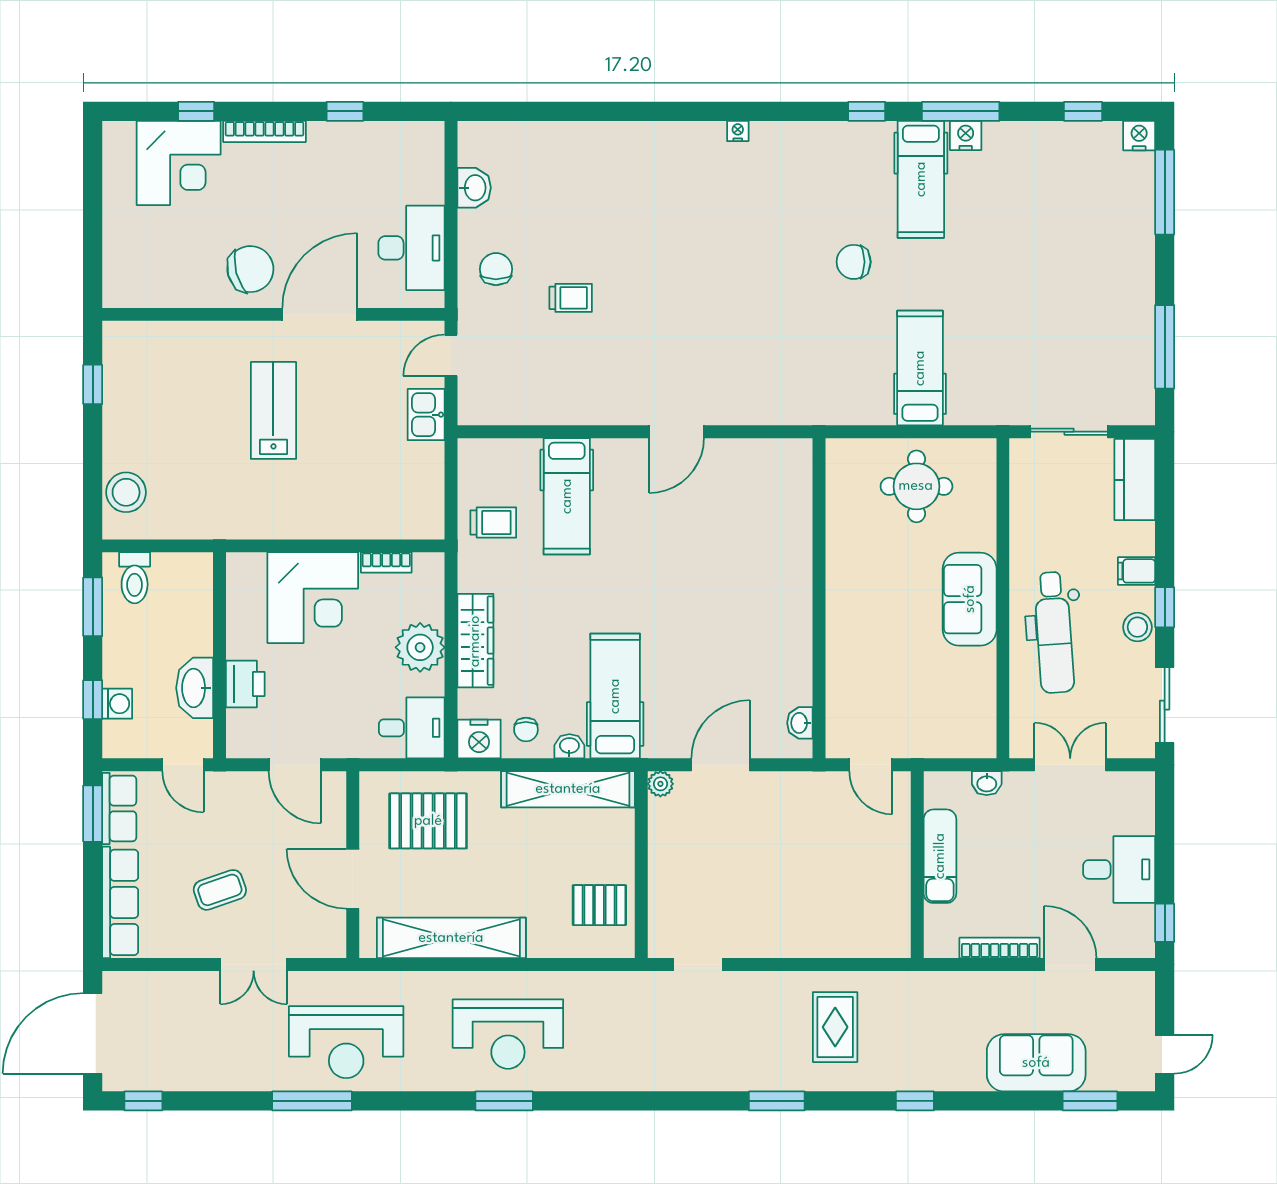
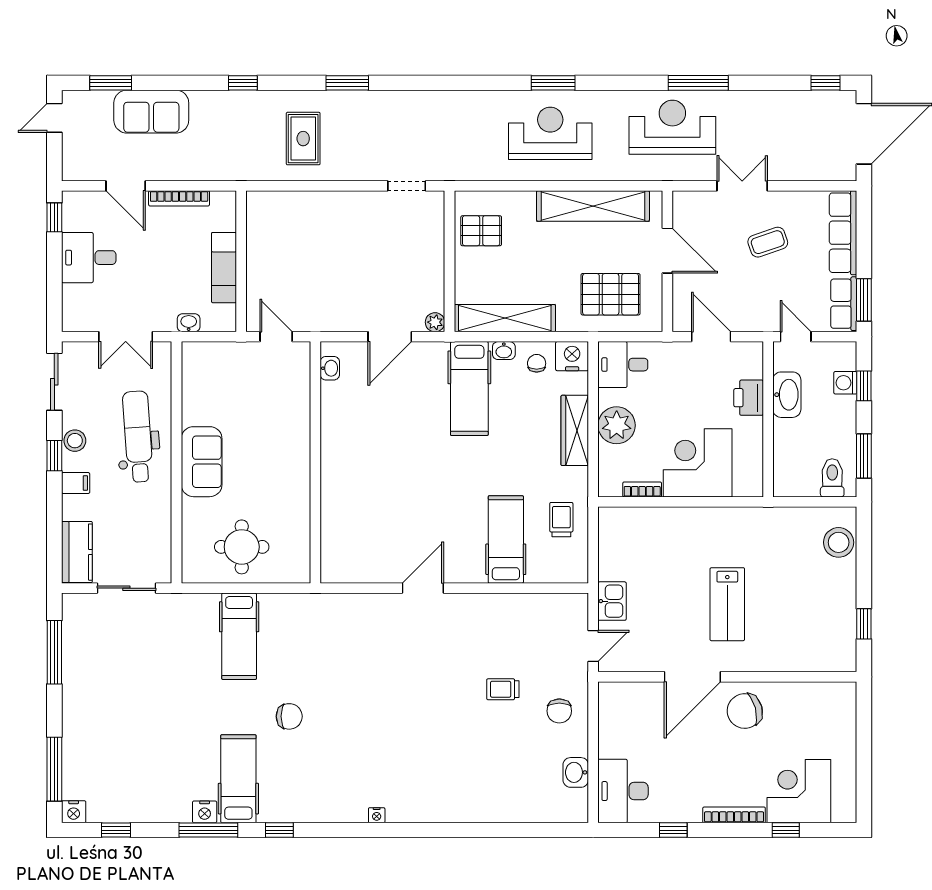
desk: (412, 248) -> (623, 791), moved
trolley: (493, 522) -> (561, 520), turned 90

